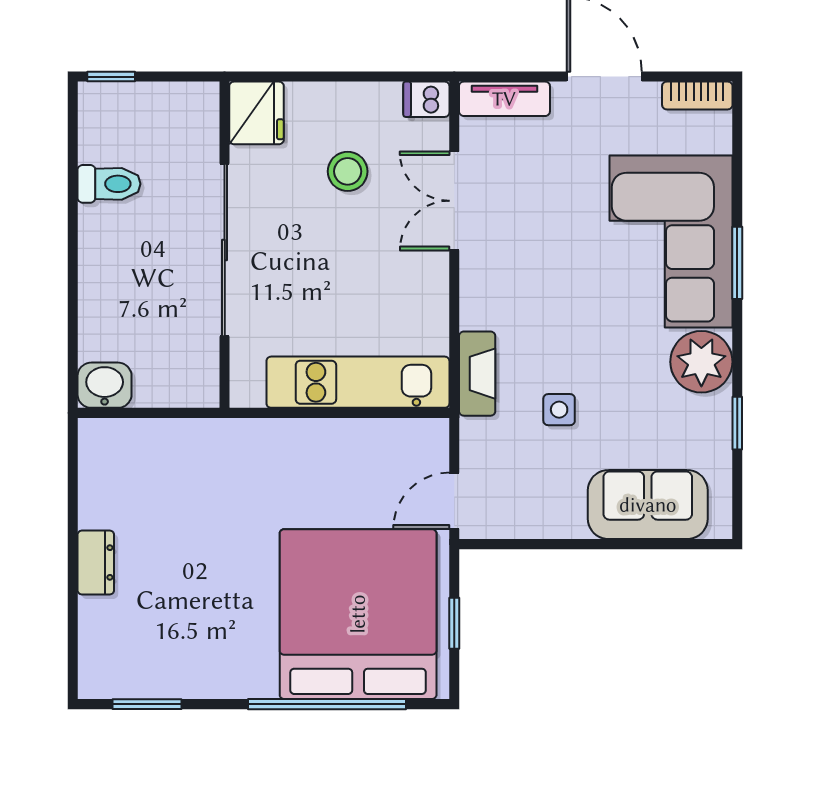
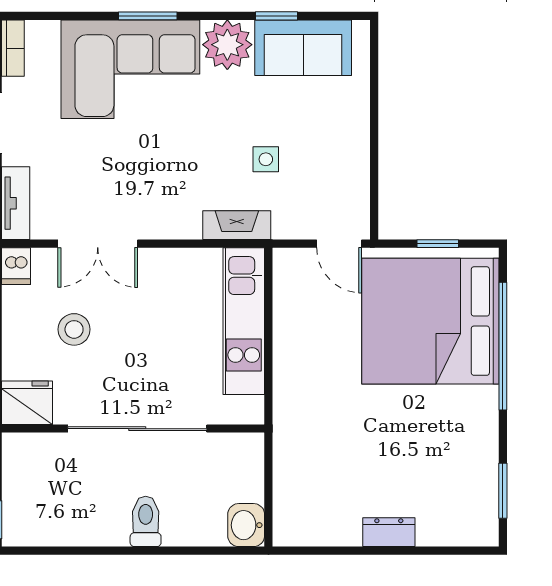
toilet: (109, 184) -> (146, 521), moved
sofa: (648, 505) -> (303, 48), moved, turned -90

